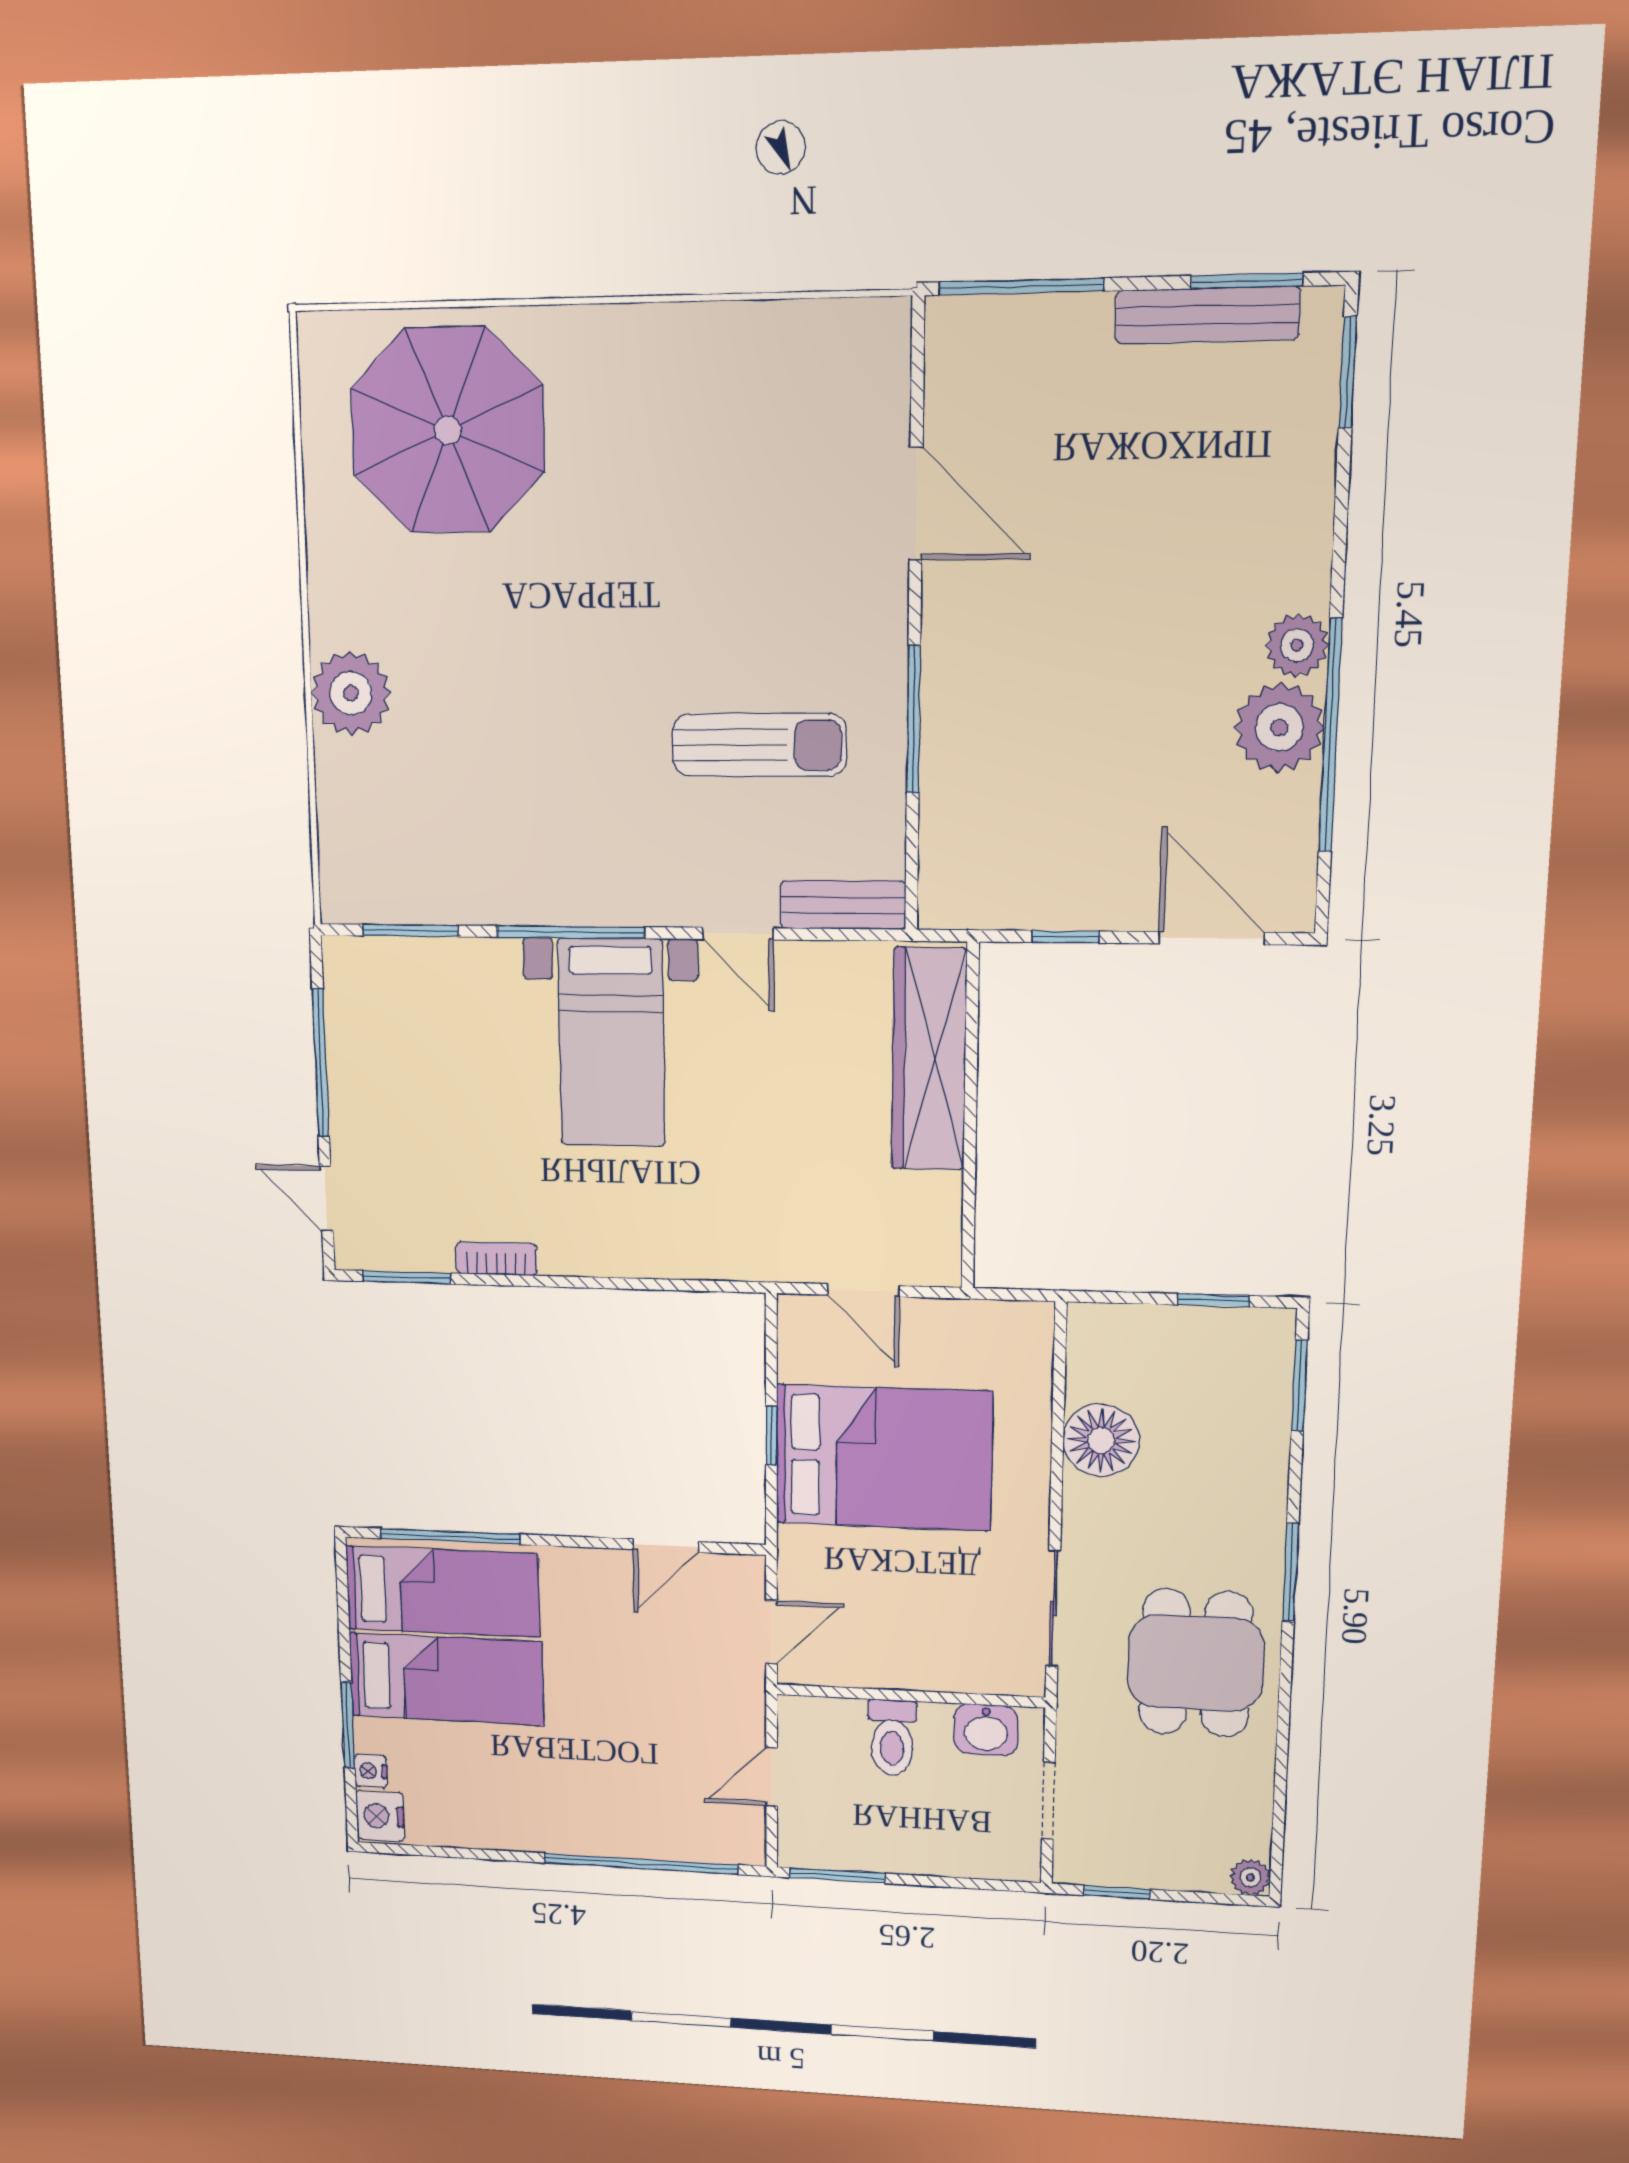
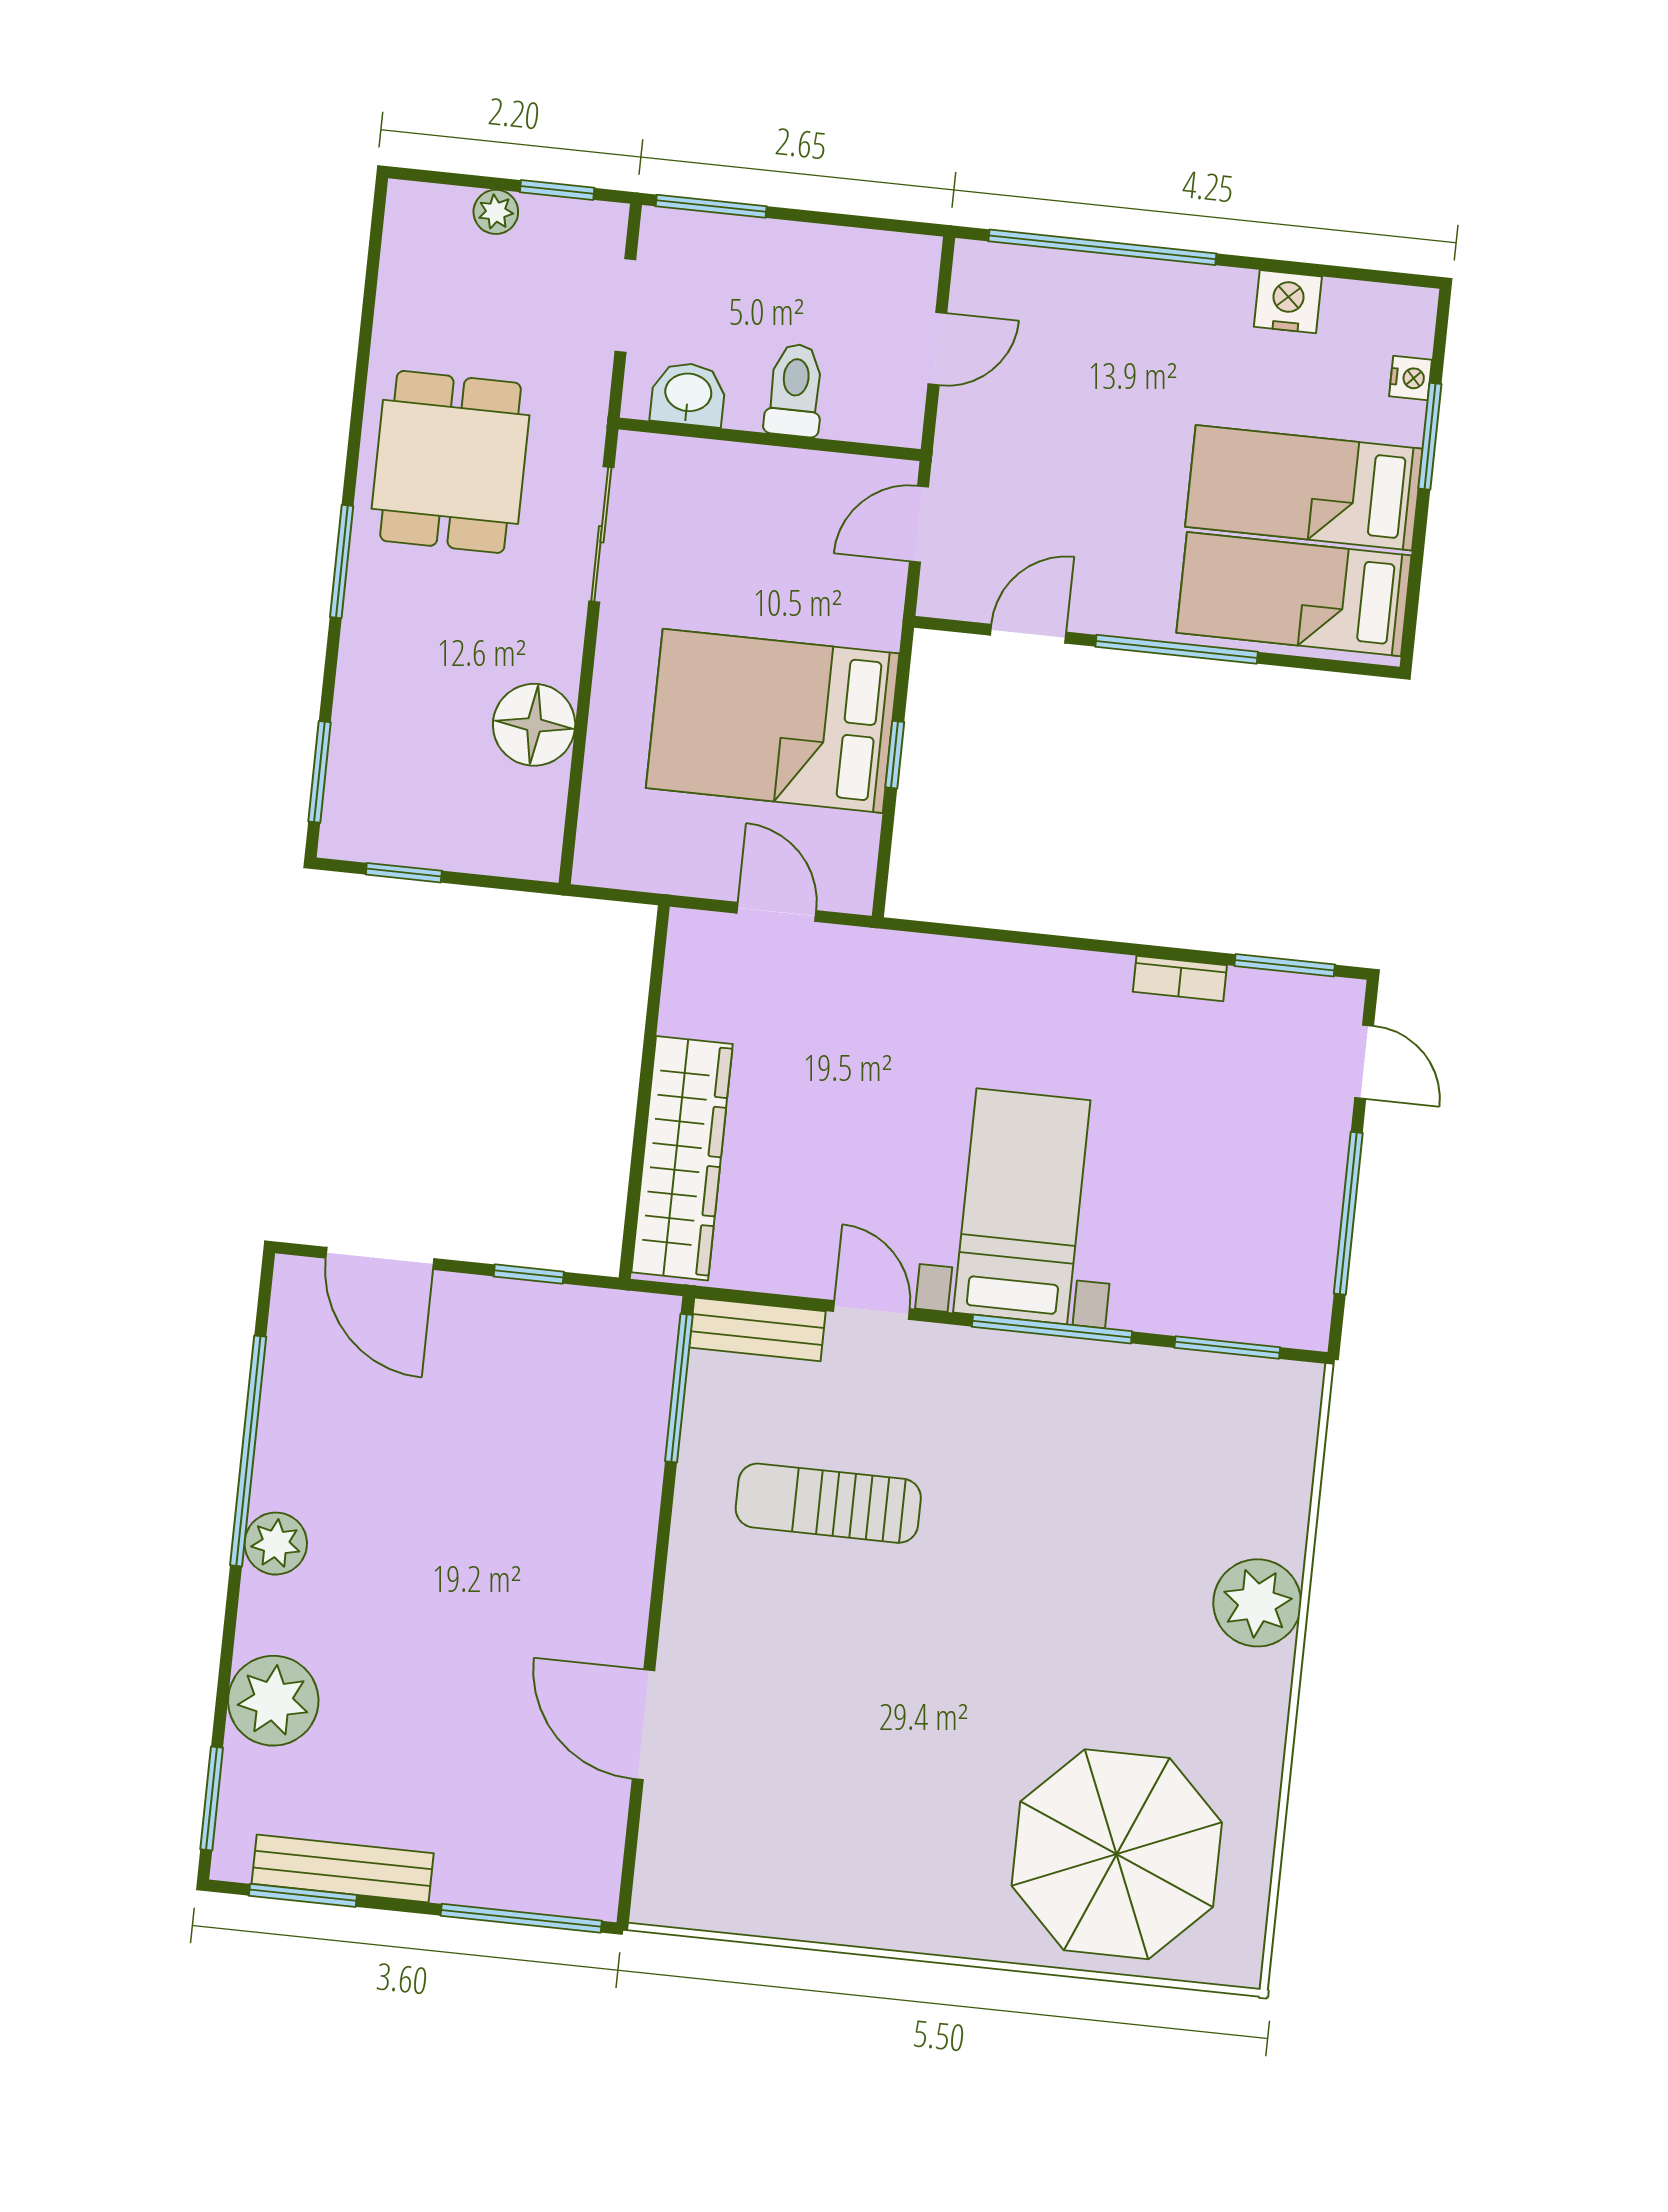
window: (914, 719) -> (679, 1388), moved
plant: (1279, 728) -> (273, 1701), moved
window: (450, 1536) -> (1177, 649), moved
nightstand: (380, 1816) -> (1288, 302), moved, turned -90
window: (837, 1876) -> (711, 206), moved
plant: (1250, 1877) -> (496, 212), moved

